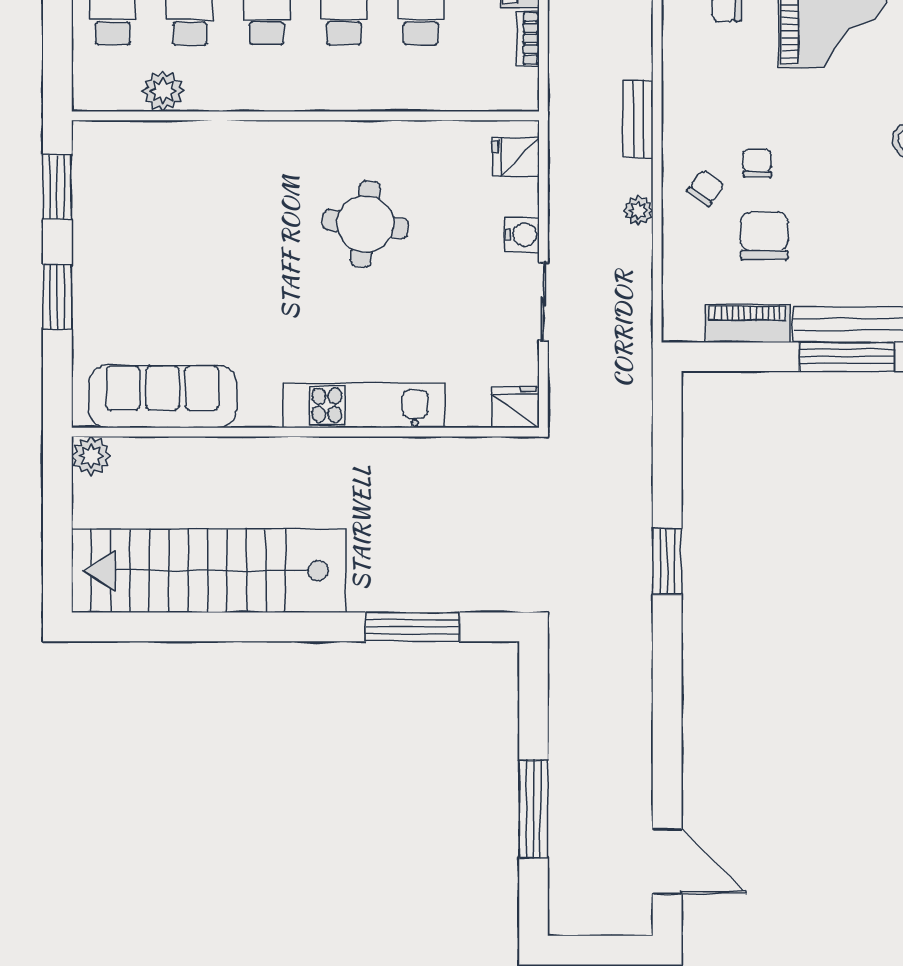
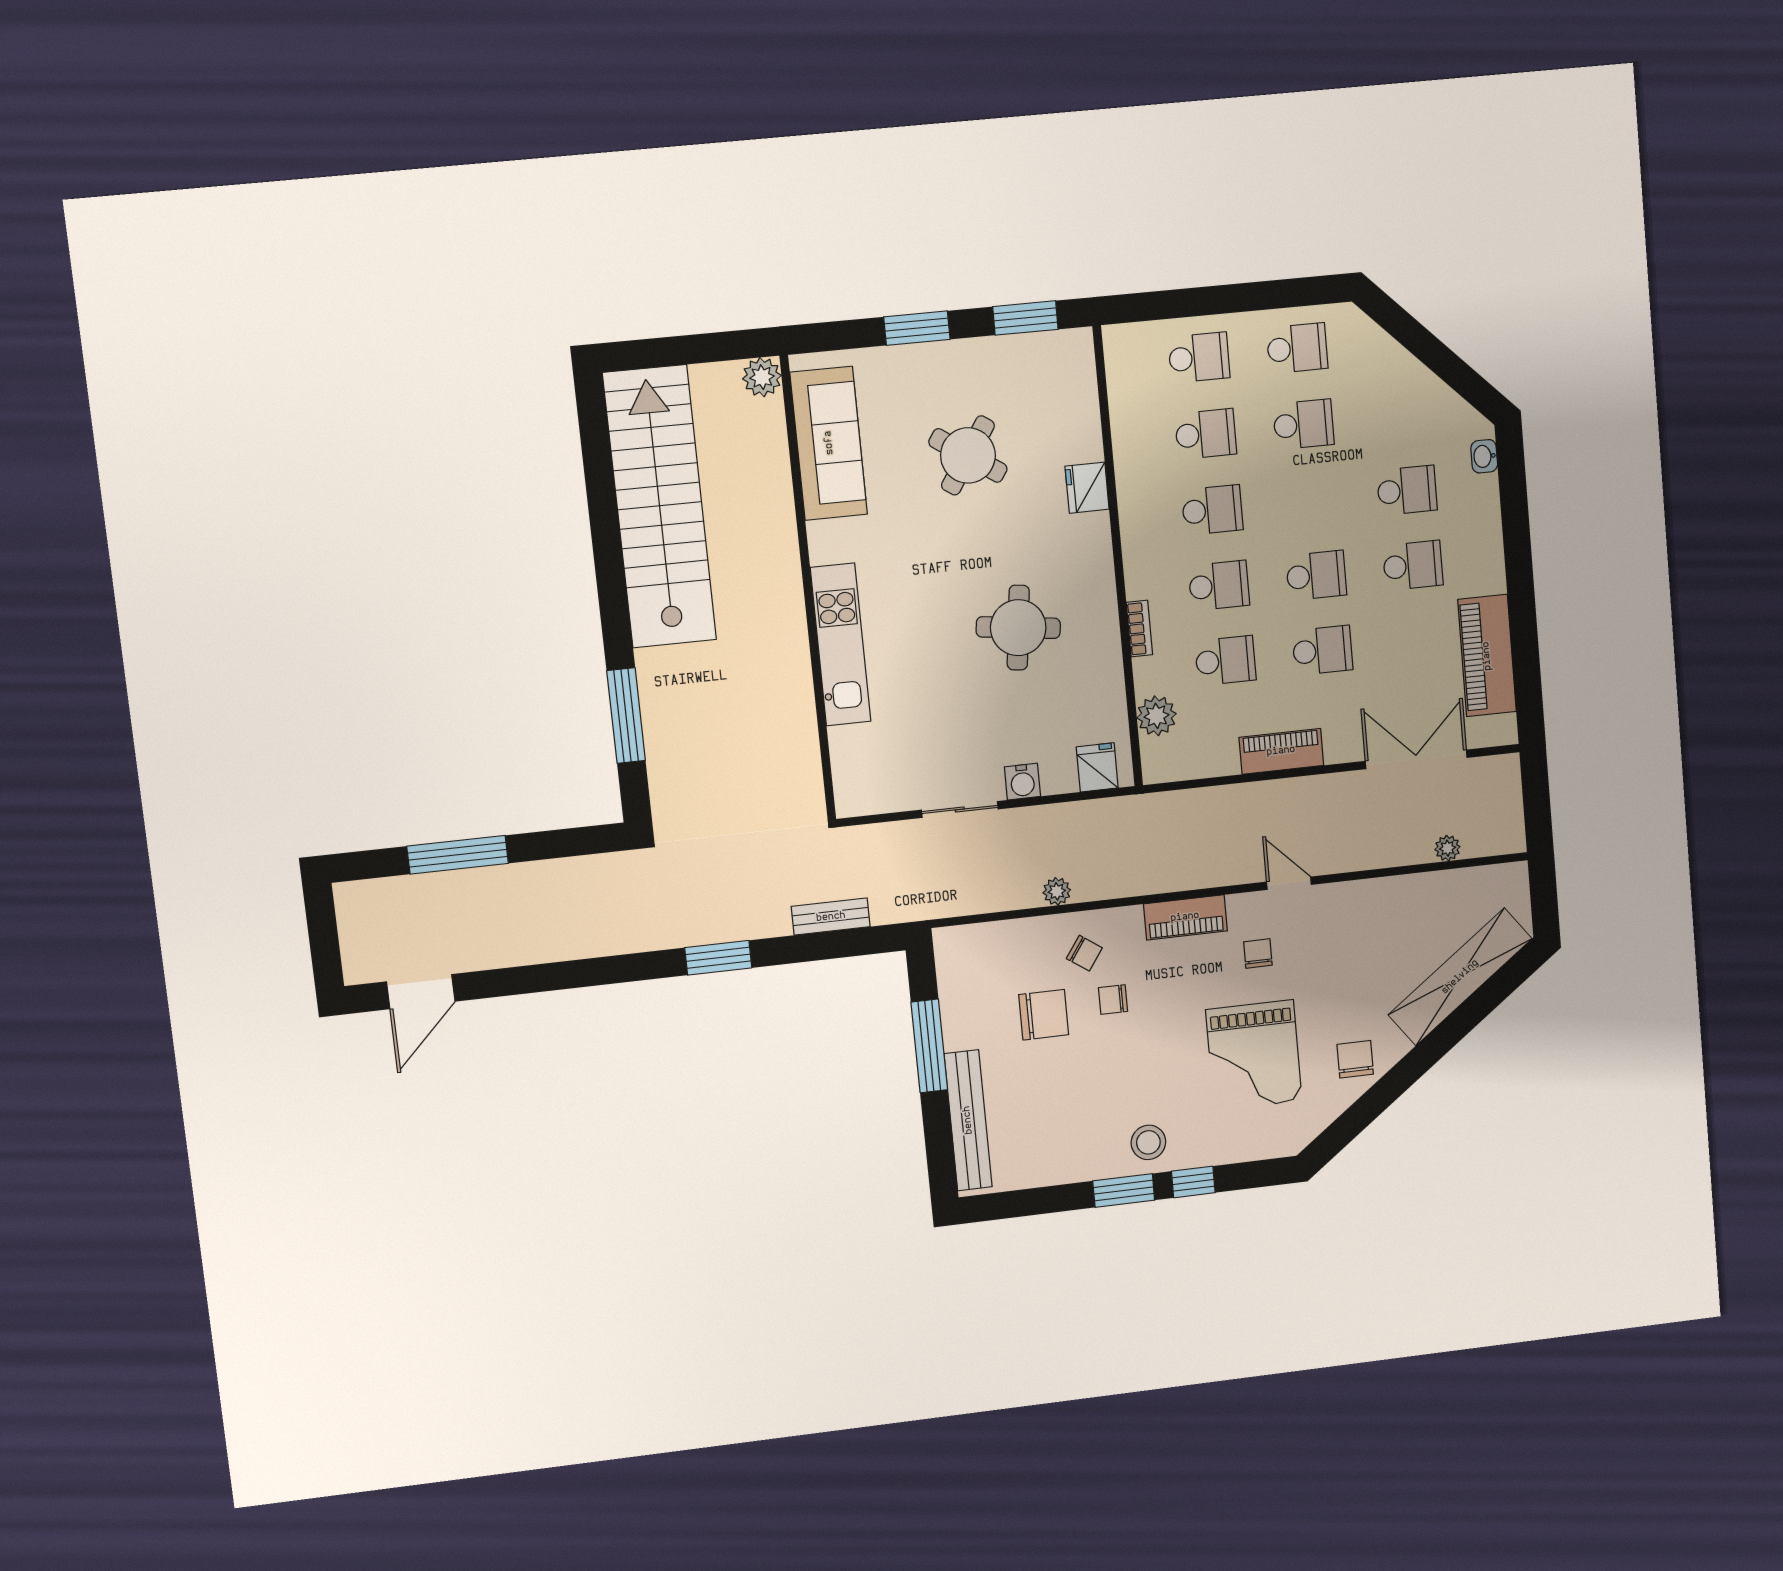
bookcase: (528, 39) -> (1139, 629), moved, turned 90
plant: (163, 91) -> (1156, 716), moved
bench: (638, 119) -> (831, 917), moved
chair: (757, 163) -> (1113, 1000), turned 180
round table: (188, 258) -> (968, 455), added
piano: (747, 324) -> (1185, 917), moved, turned 90
window: (847, 357) -> (929, 1046), moved
fridge: (515, 407) -> (1087, 488), moved, turned 180

